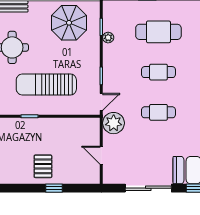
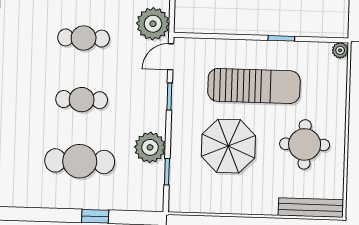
parasol: (69, 23) -> (228, 146), moved
plant: (108, 38) -> (150, 147), width x1.88, depth x1.88

